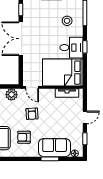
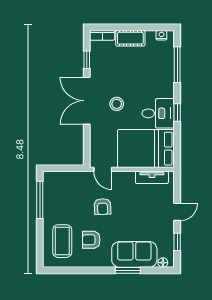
stool: (67, 21) -> (117, 104), moved
plant: (11, 95) -> (74, 180), removed

